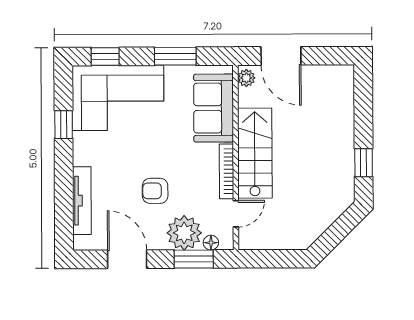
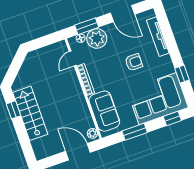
stairs: (255, 153) -> (30, 113), moved, turned 180
armchair: (155, 191) -> (134, 62), moved

